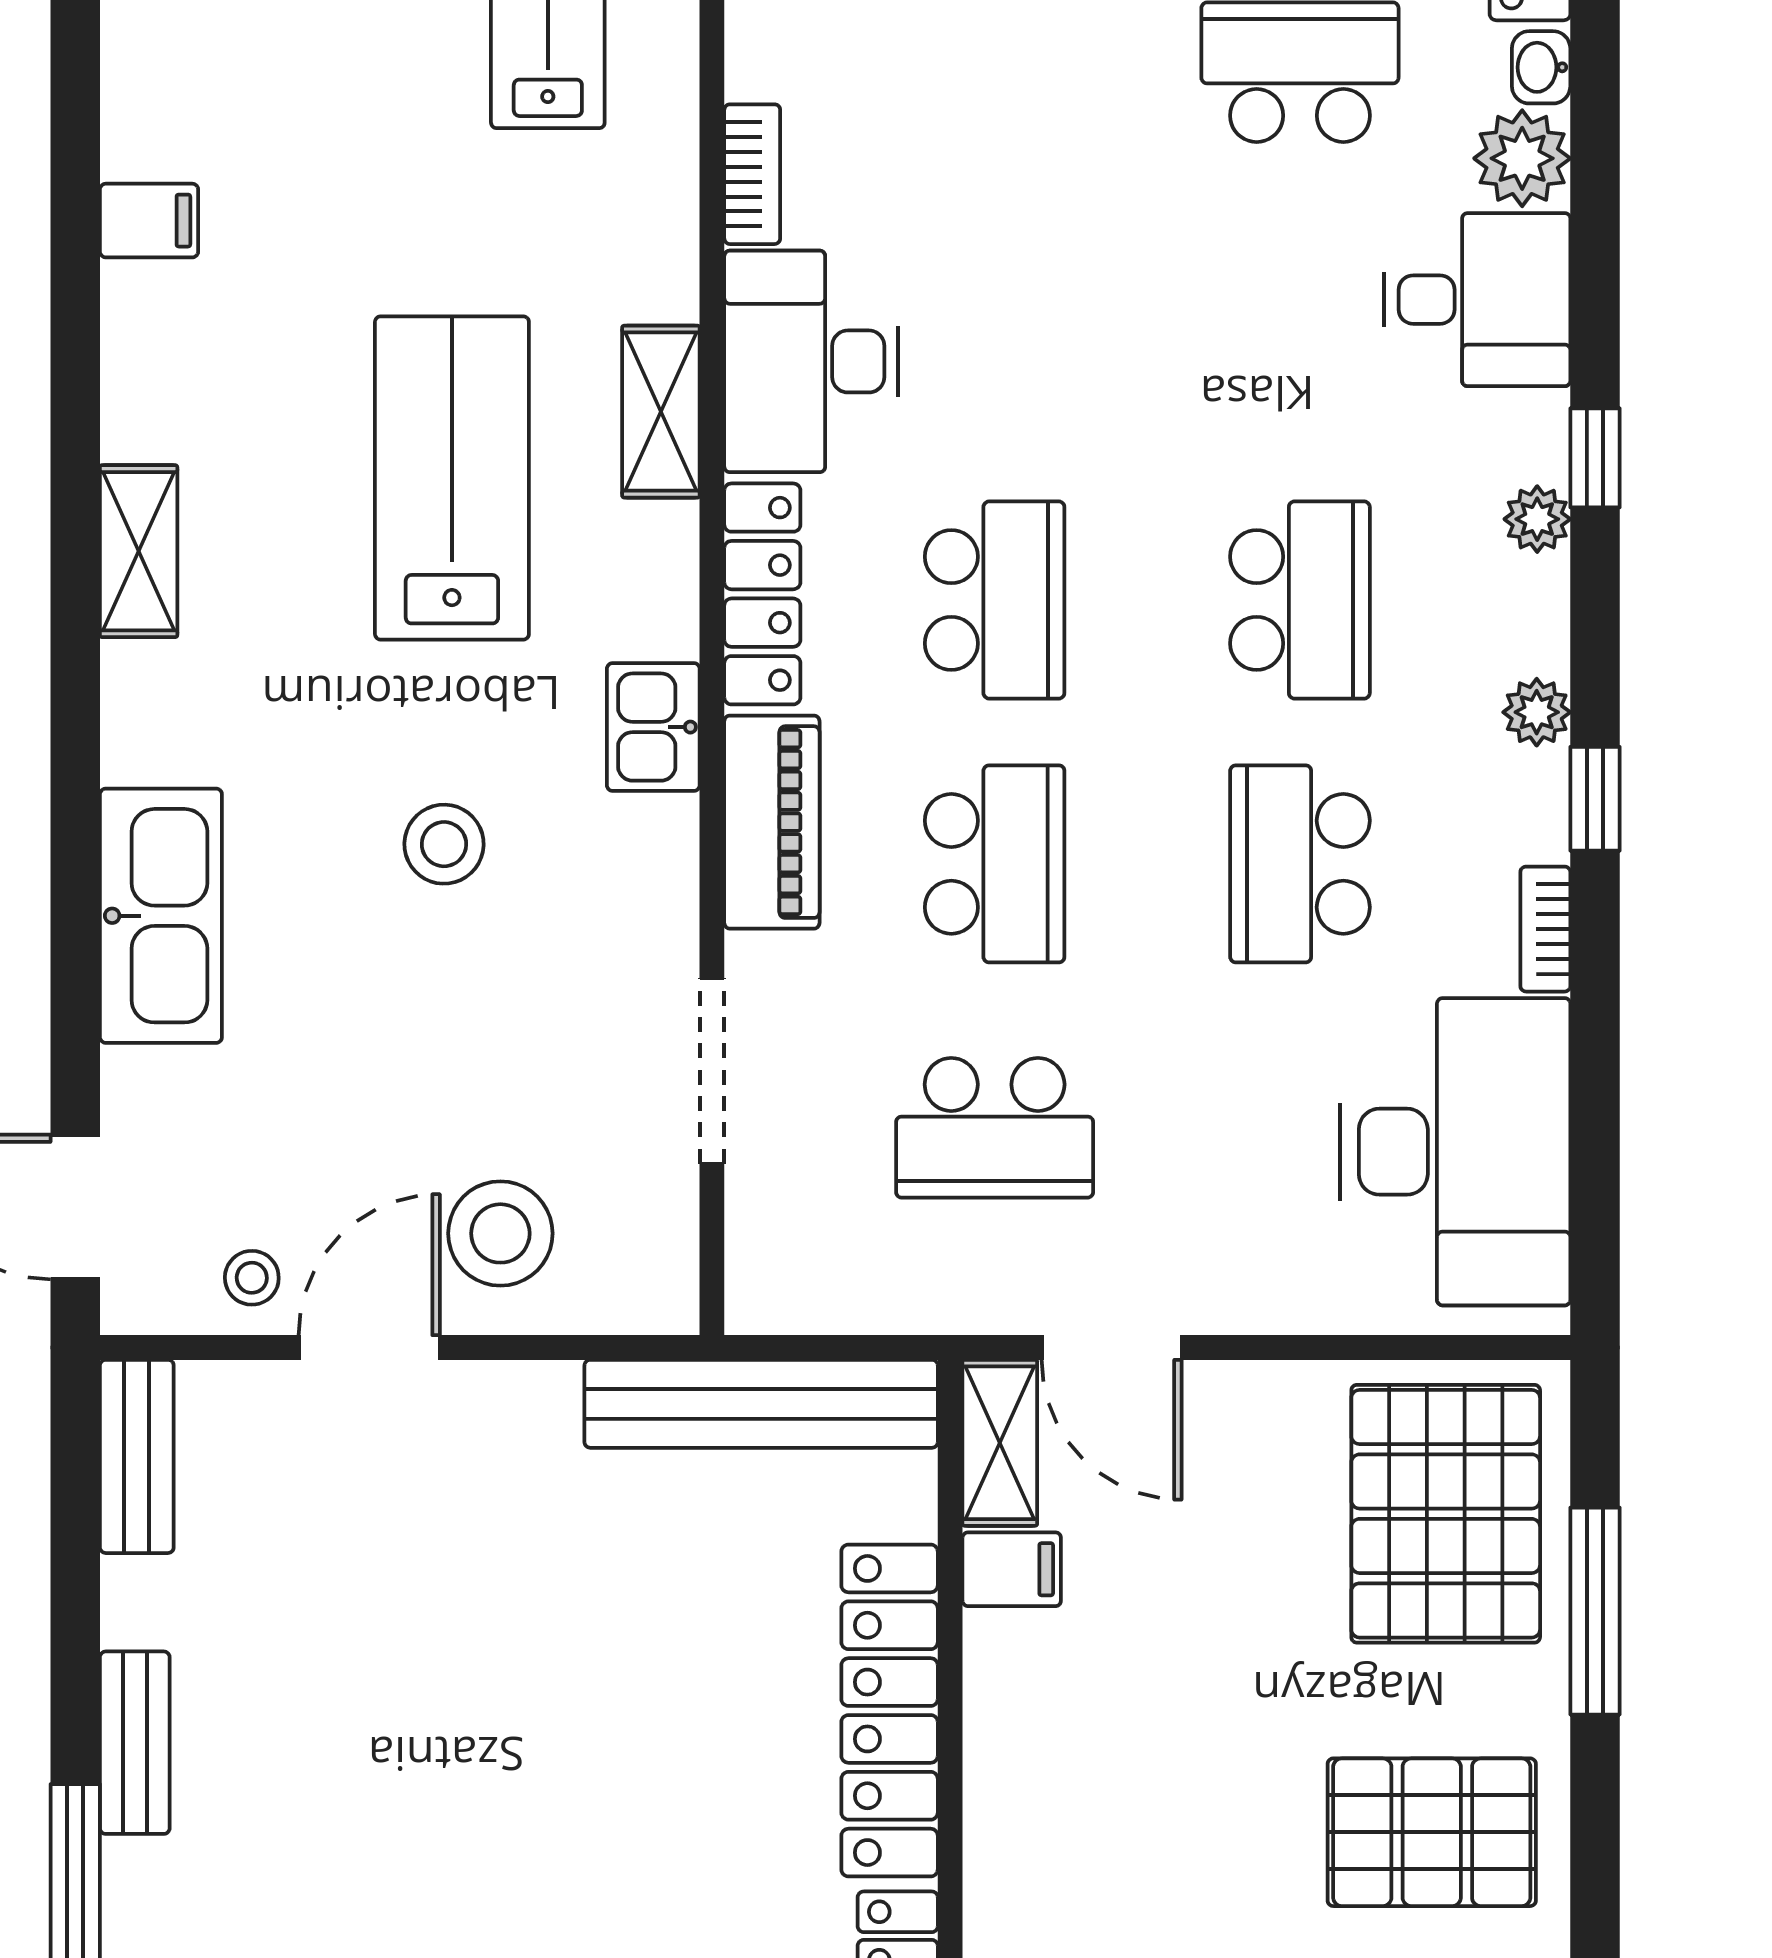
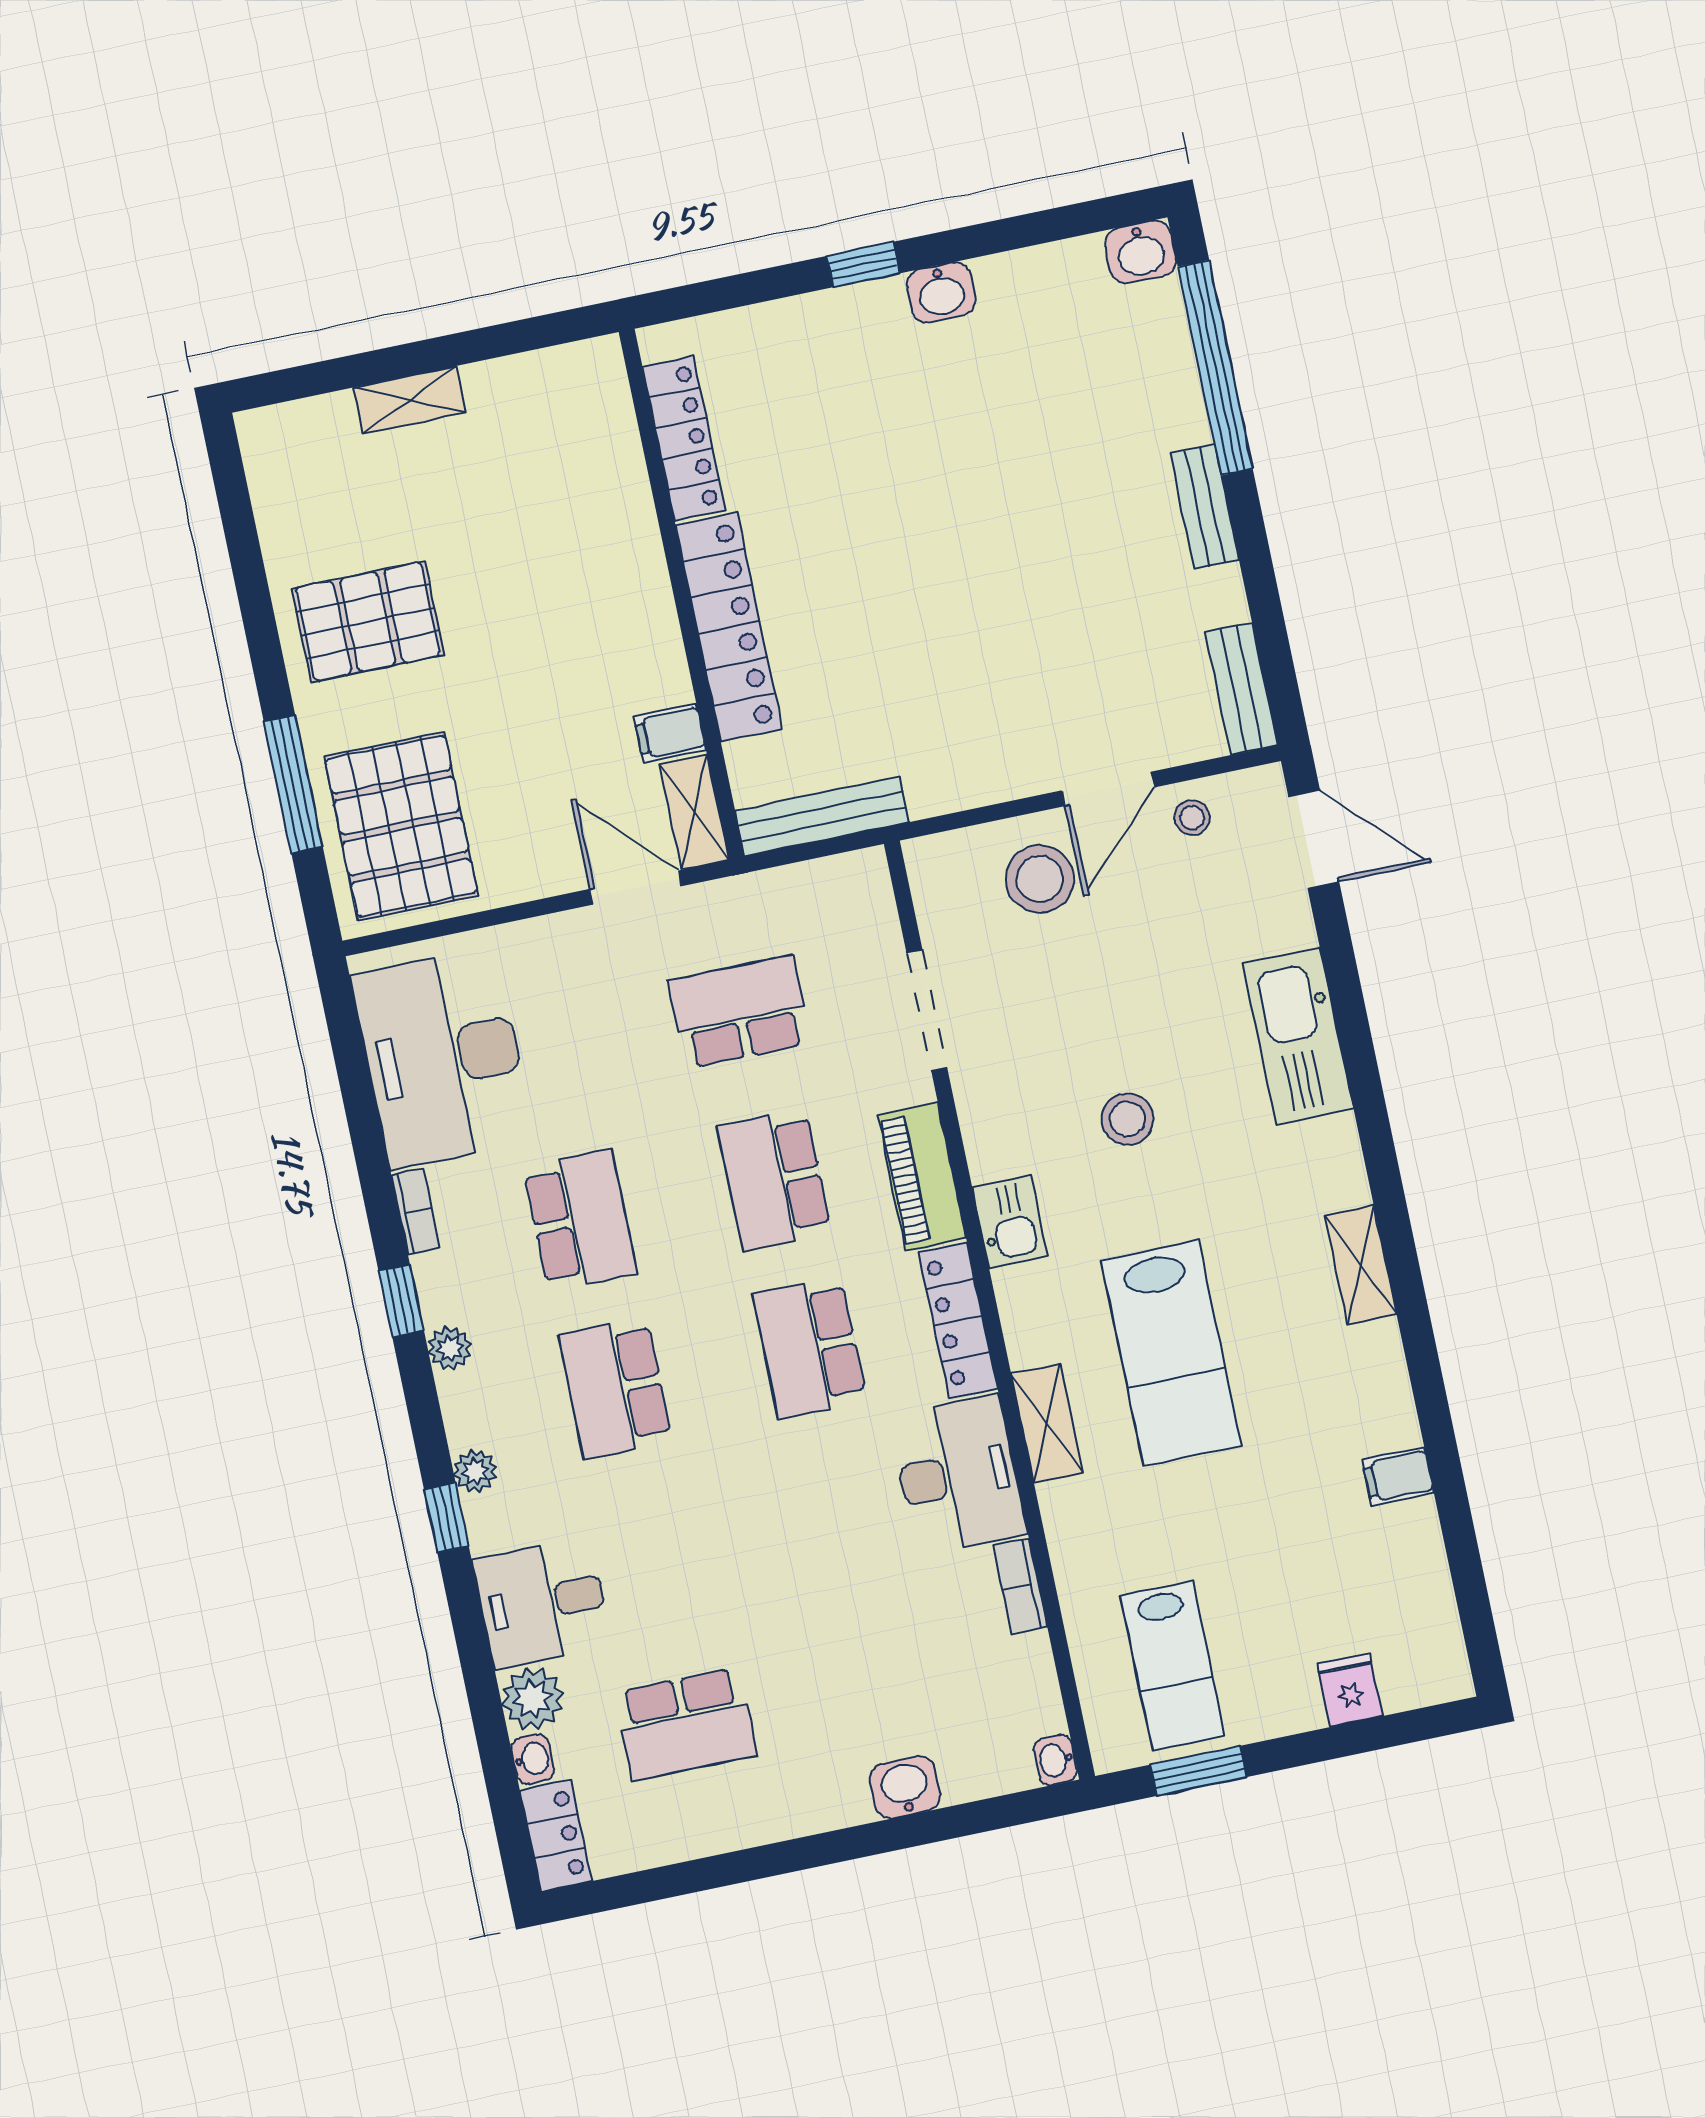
bench: (761, 1404) -> (822, 816), width x0.73, depth x0.82

